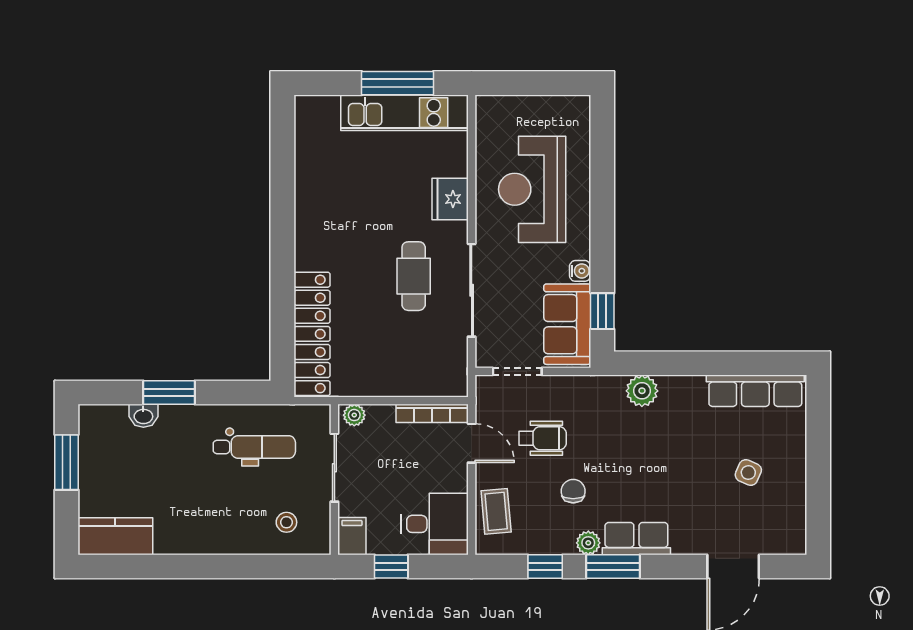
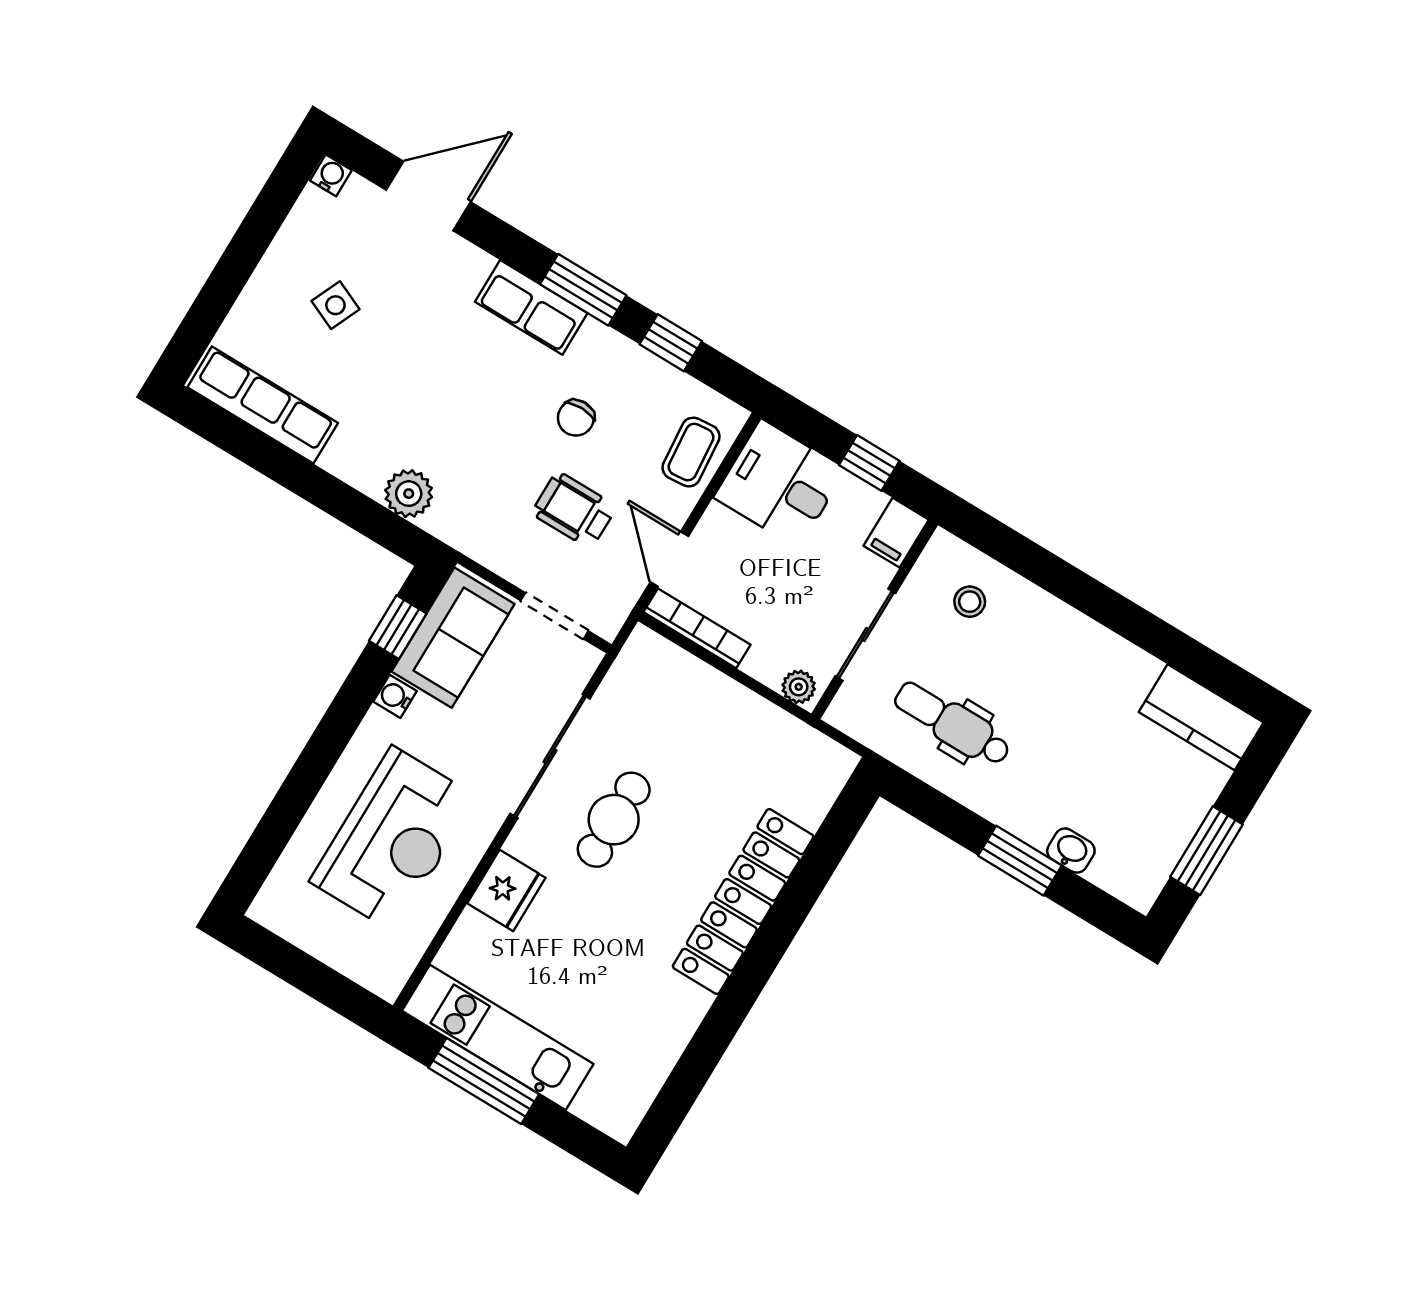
locker: (312, 334) -> (743, 902), moved
plant: (588, 543) -> (597, 339), removed
water cooler: (796, 545) -> (331, 175), added

